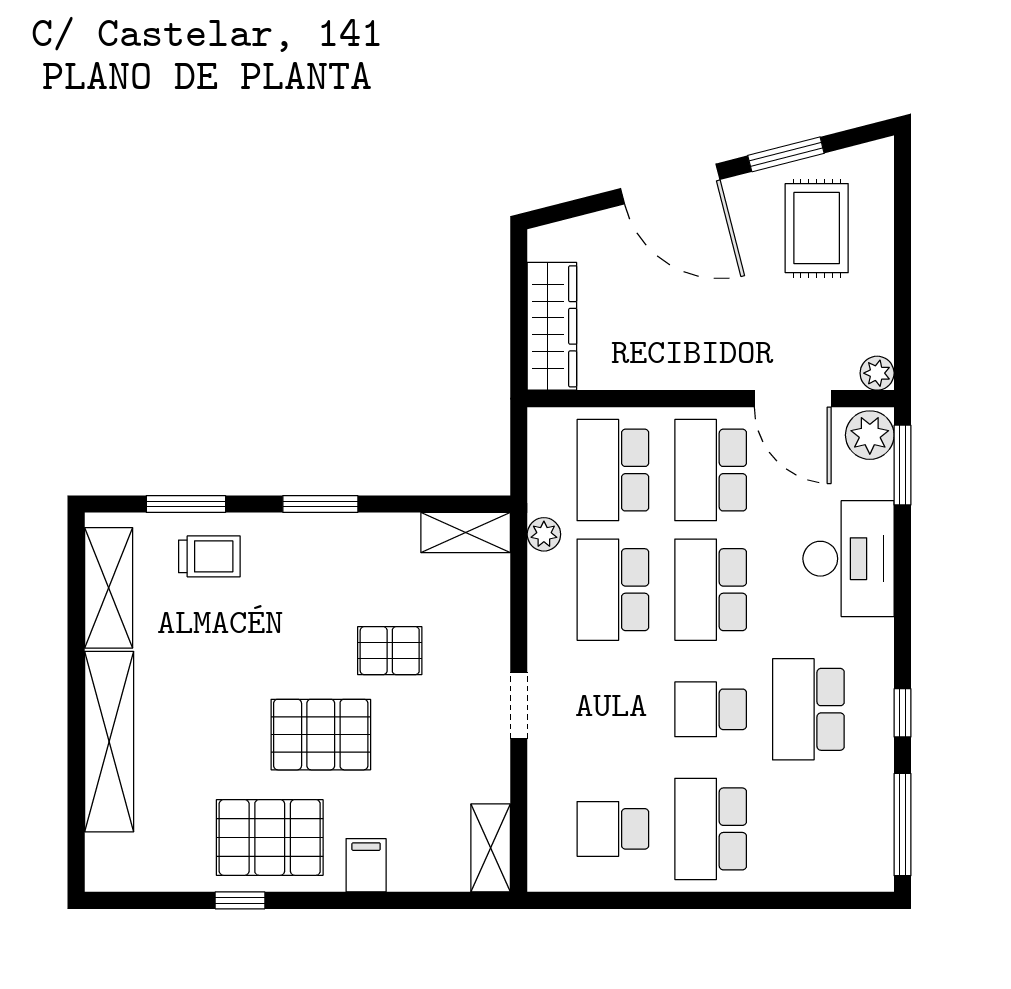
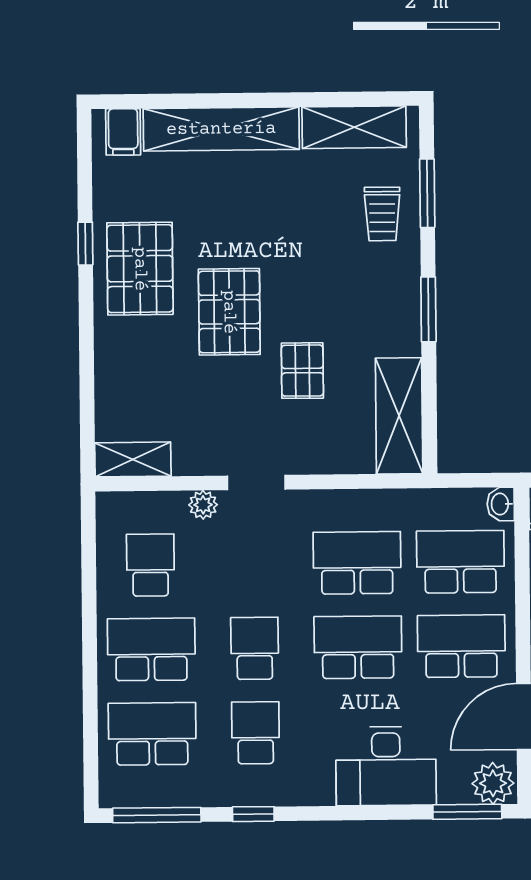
washbasin: (547, 423) -> (501, 504), added
shelving: (466, 533) -> (399, 416), width x1.50, depth x1.33
plant: (544, 534) -> (203, 505), moved
school desk: (808, 709) -> (256, 733), width x0.54
school desk: (808, 829) -> (152, 734), added
filing cabinet: (366, 865) -> (123, 132), moved, turned 90

